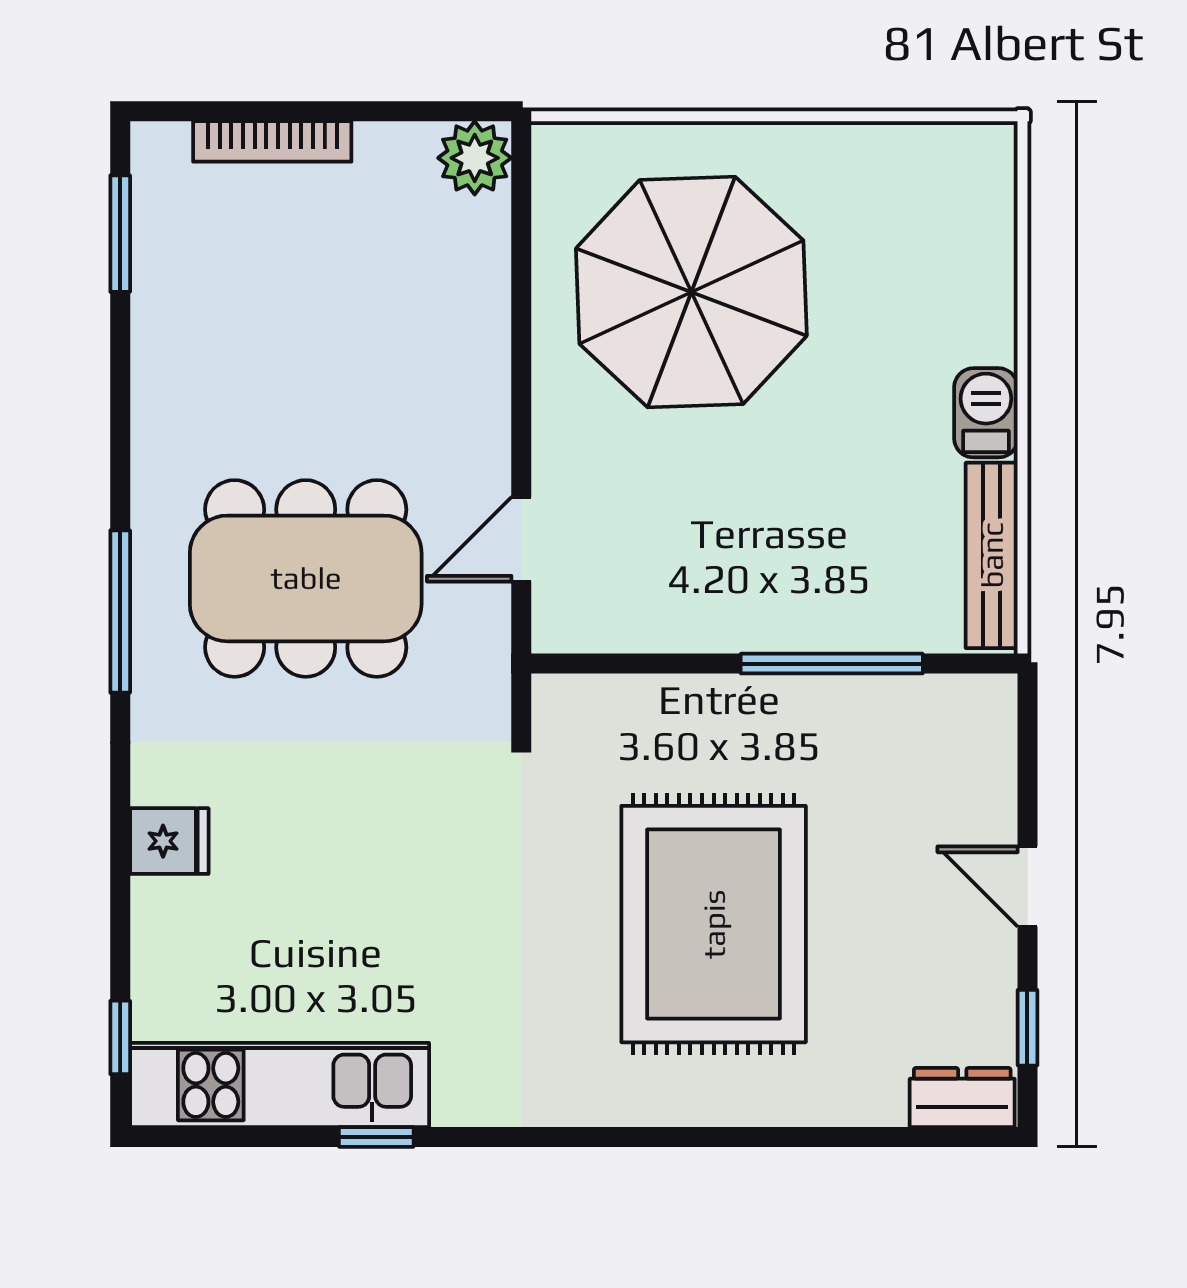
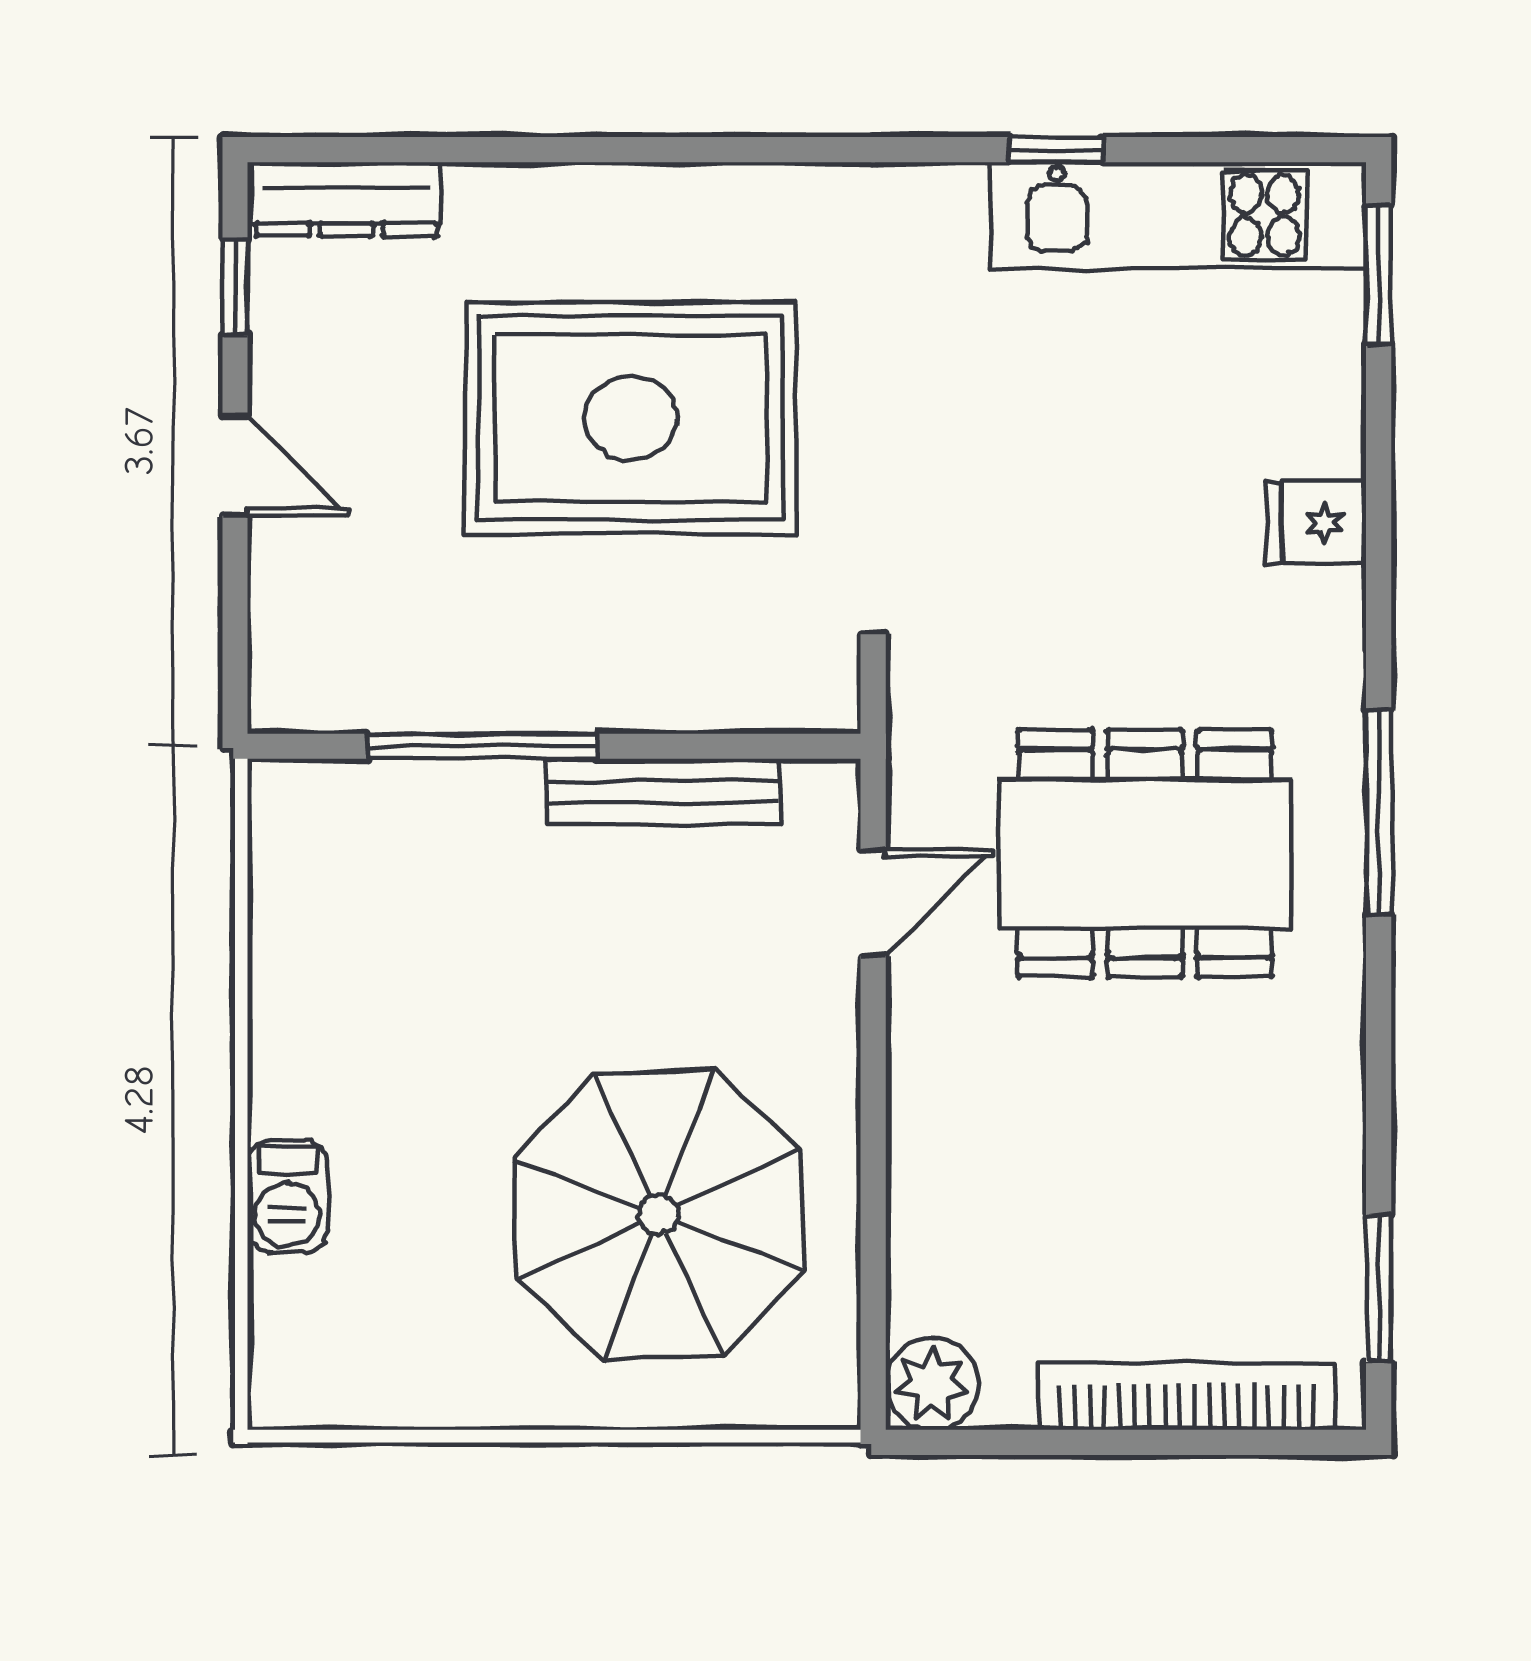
bookcase: (272, 141) -> (1187, 1396), width x1.48, depth x1.31
barbecue: (986, 413) -> (287, 1196), moved
bench: (992, 555) -> (663, 791), moved, turned 90
rug: (714, 924) -> (631, 418), turned 90
window: (120, 1037) -> (1379, 275), width x1.50
dresser: (962, 1098) -> (346, 199), width x1.44

